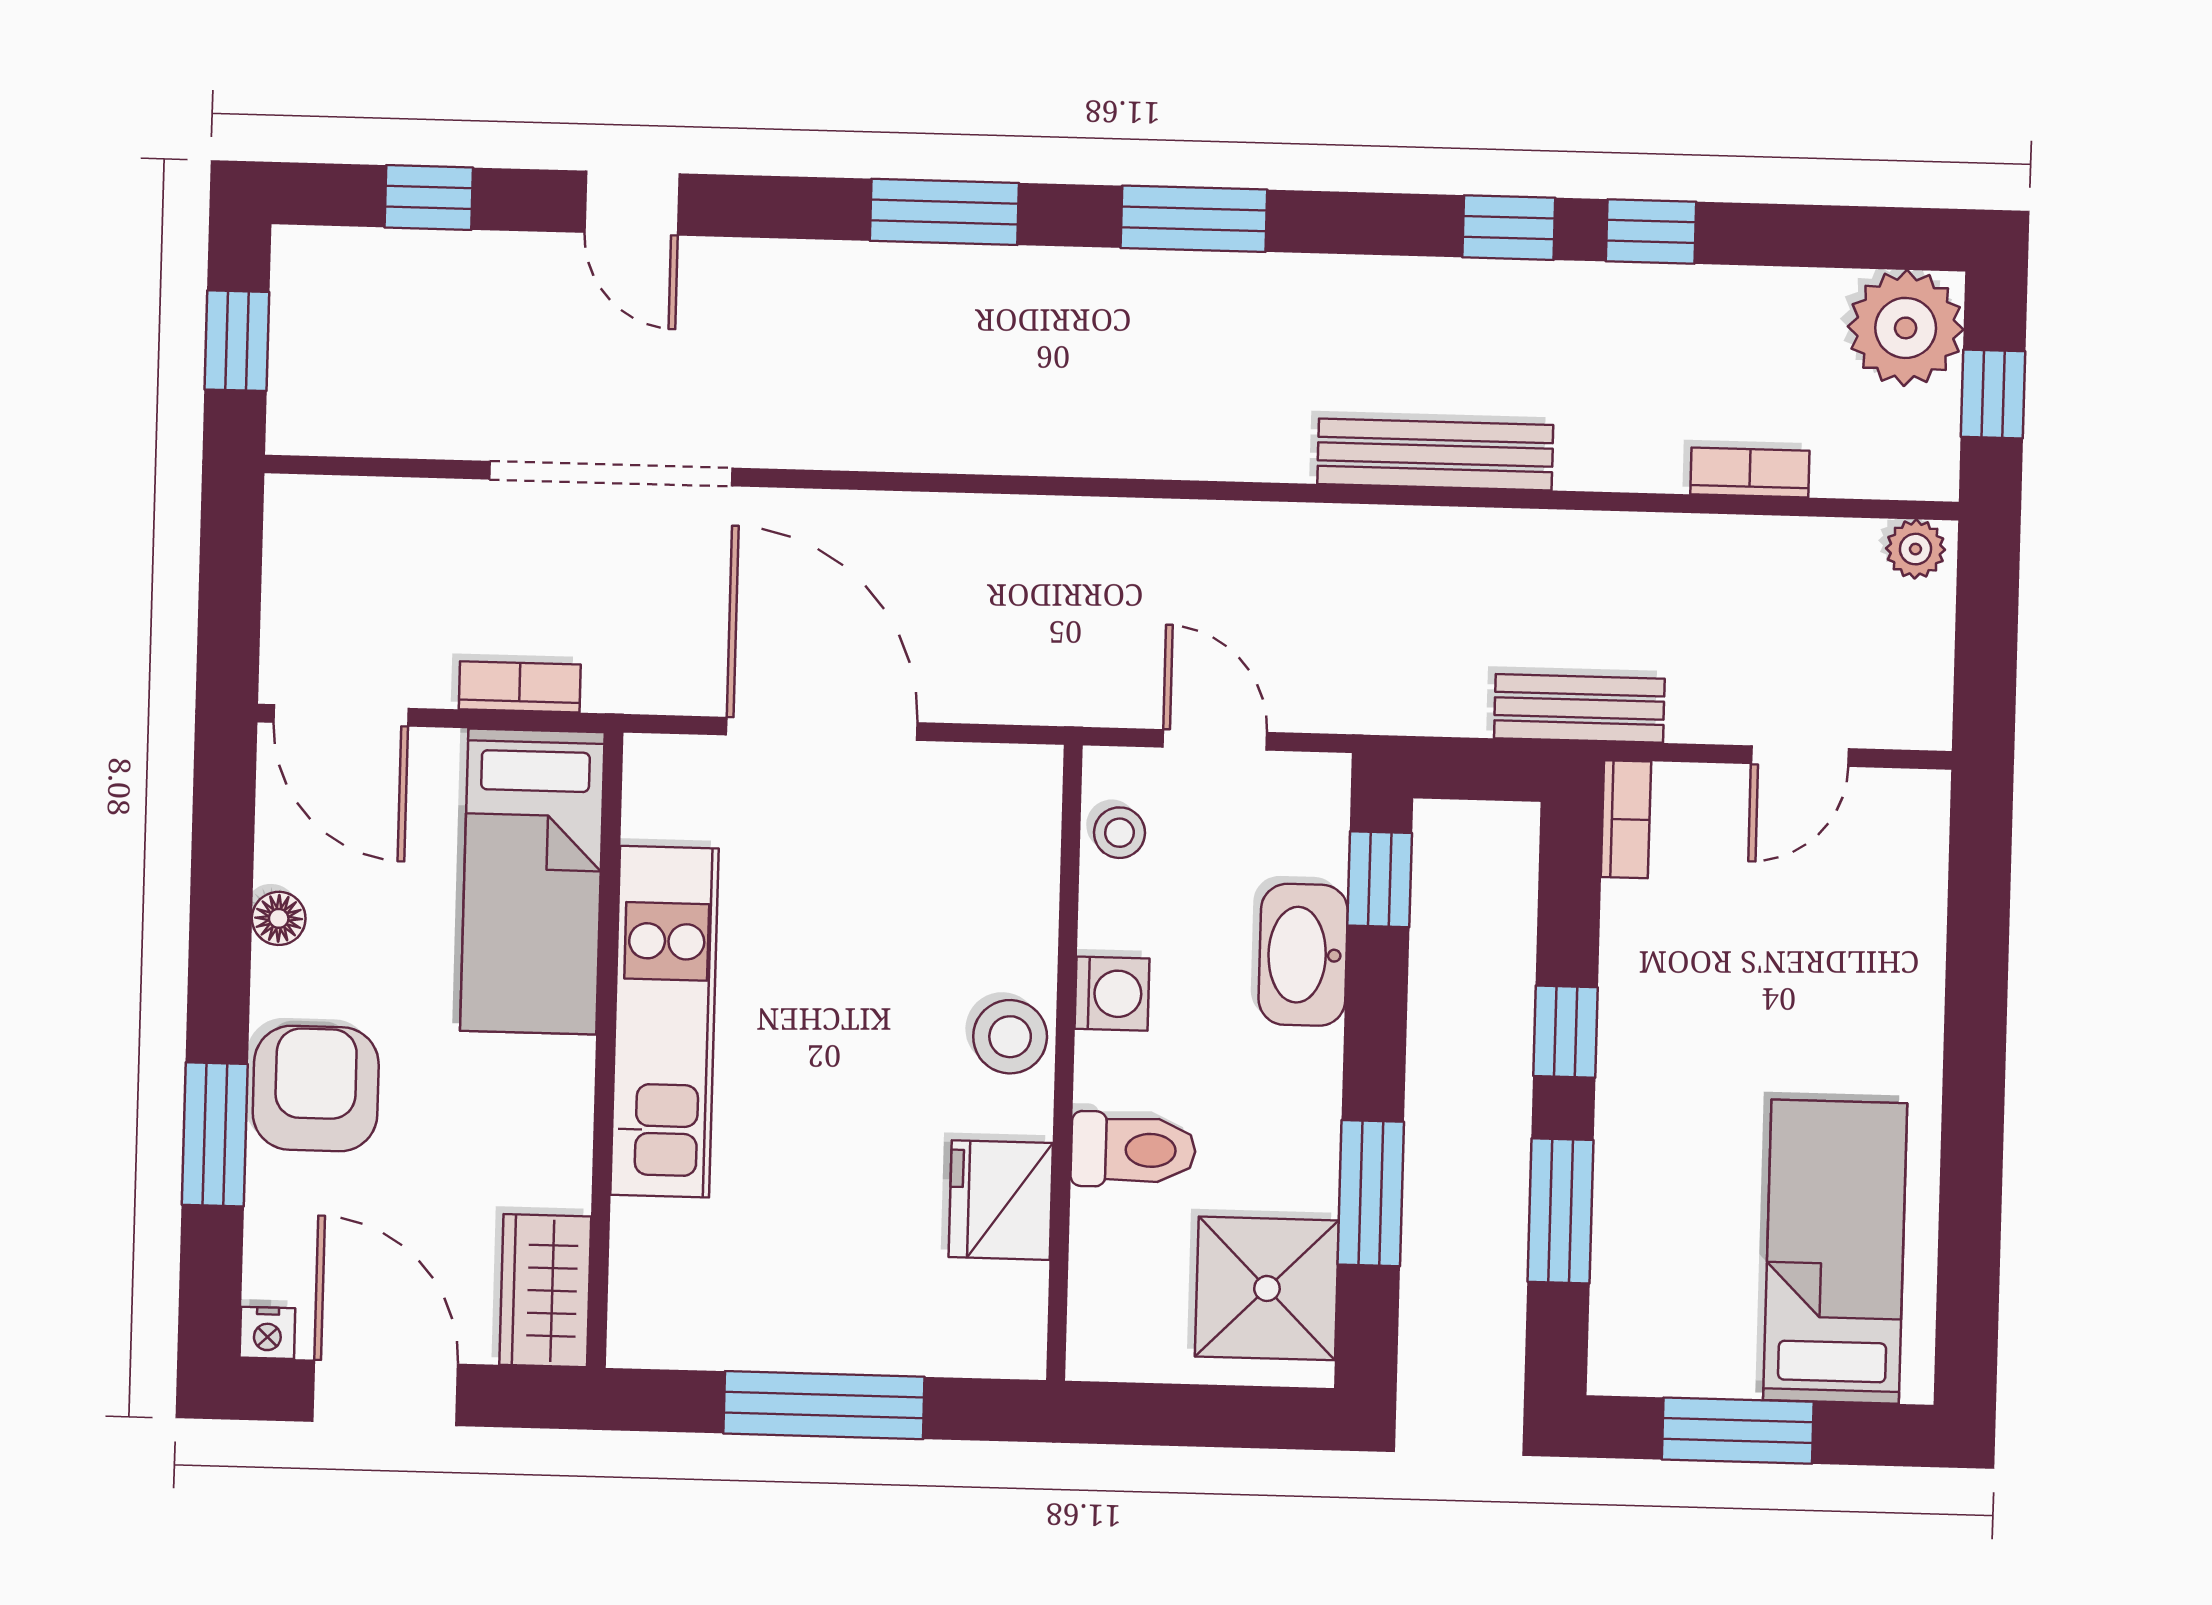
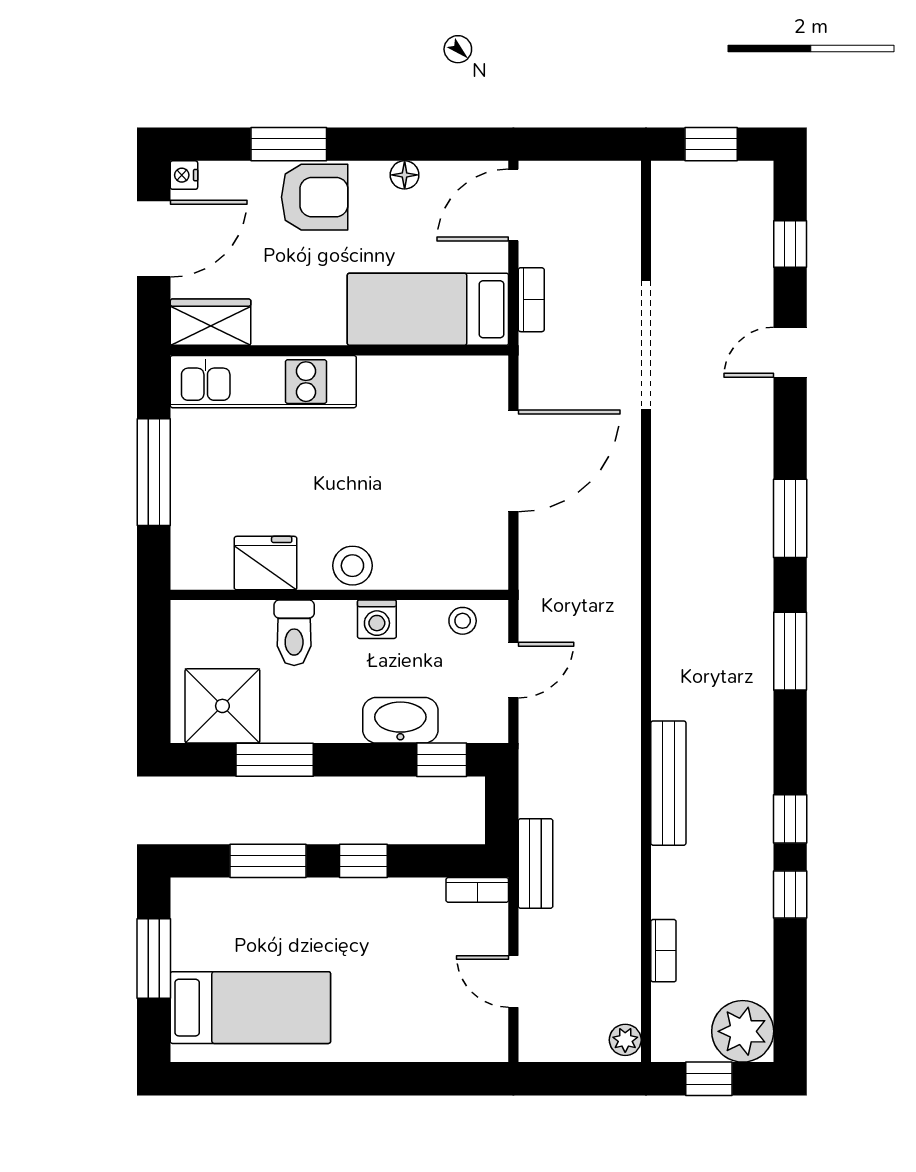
kitchen unit: (664, 1022) -> (263, 382), moved

